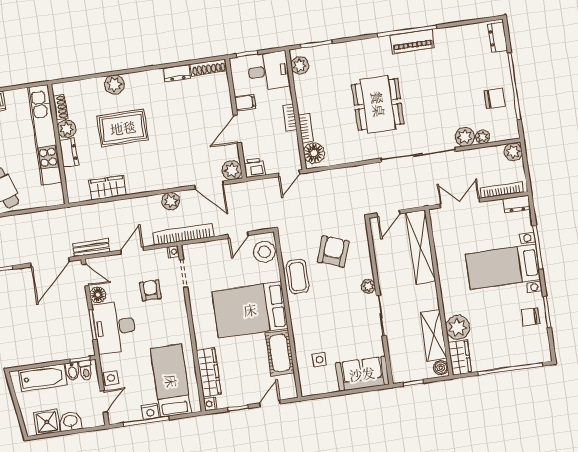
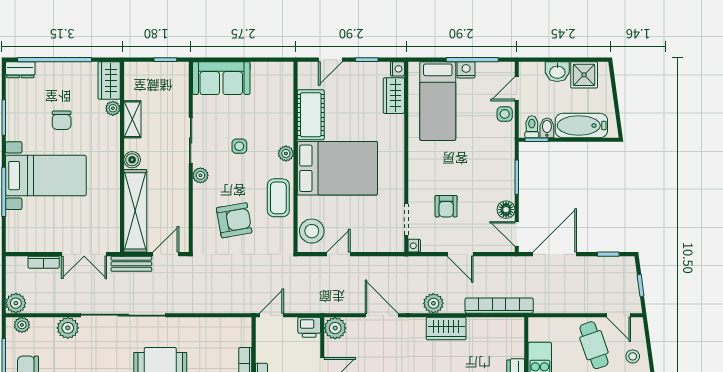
plant: (483, 137) -> (22, 325), moved
floor lamp: (314, 153) -> (240, 334), removed
door: (209, 185) -> (382, 315), moved
wardrobe: (108, 188) -> (446, 329), moved
bookcase: (502, 190) -> (44, 262), width x0.64
plant: (171, 201) -> (433, 303), moved
dresser: (517, 204) -> (20, 70), moved, turned 180
bookcase: (183, 234) -> (499, 306), moved, turned 180
bench: (91, 248) -> (131, 264), moved
door: (132, 250) -> (460, 254), hinge flipped
armchair: (333, 251) -> (234, 220), turned -120
plant: (297, 316) -> (286, 153), added
chair: (530, 317) -> (62, 120), moved, turned 90
desk: (115, 327) -> (492, 171), removed
plant: (458, 327) -> (113, 108), width x0.53, depth x0.53
shelving: (433, 335) -> (132, 119), width x0.67, depth x0.75
side table: (319, 360) -> (239, 146), moved
boiler: (441, 368) -> (132, 160), moved
wardrobe: (209, 372) -> (394, 96), width x0.67

